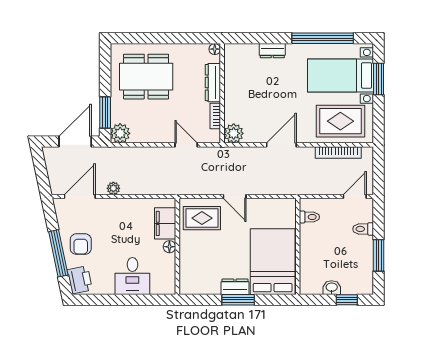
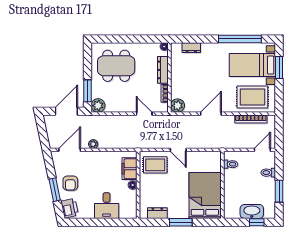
dresser: (272, 51) -> (191, 48), moved
window: (58, 253) -> (55, 190), width x0.69
dresser: (235, 287) -> (157, 213), moved
washbasin: (332, 288) -> (252, 211), width x1.91, depth x1.45

